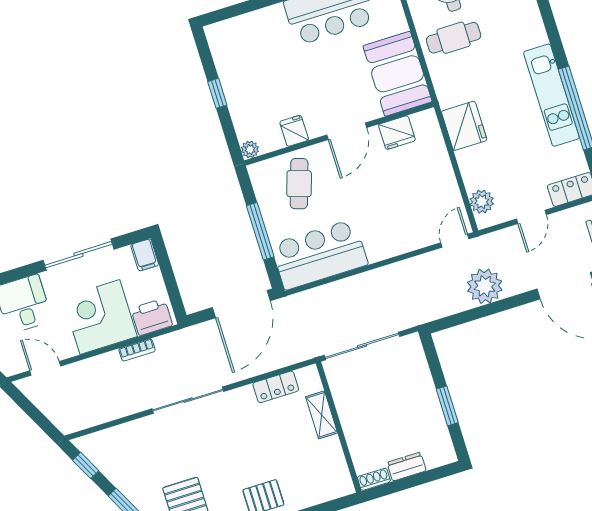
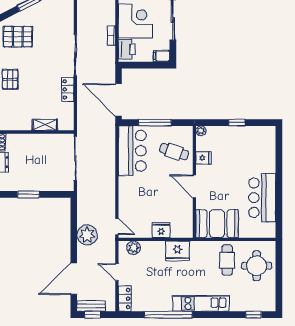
kitchen unit: (551, 95) -> (201, 303), moved
fridge: (397, 133) -> (161, 230), moved, turned 90
locker: (276, 387) -> (68, 89), moved

